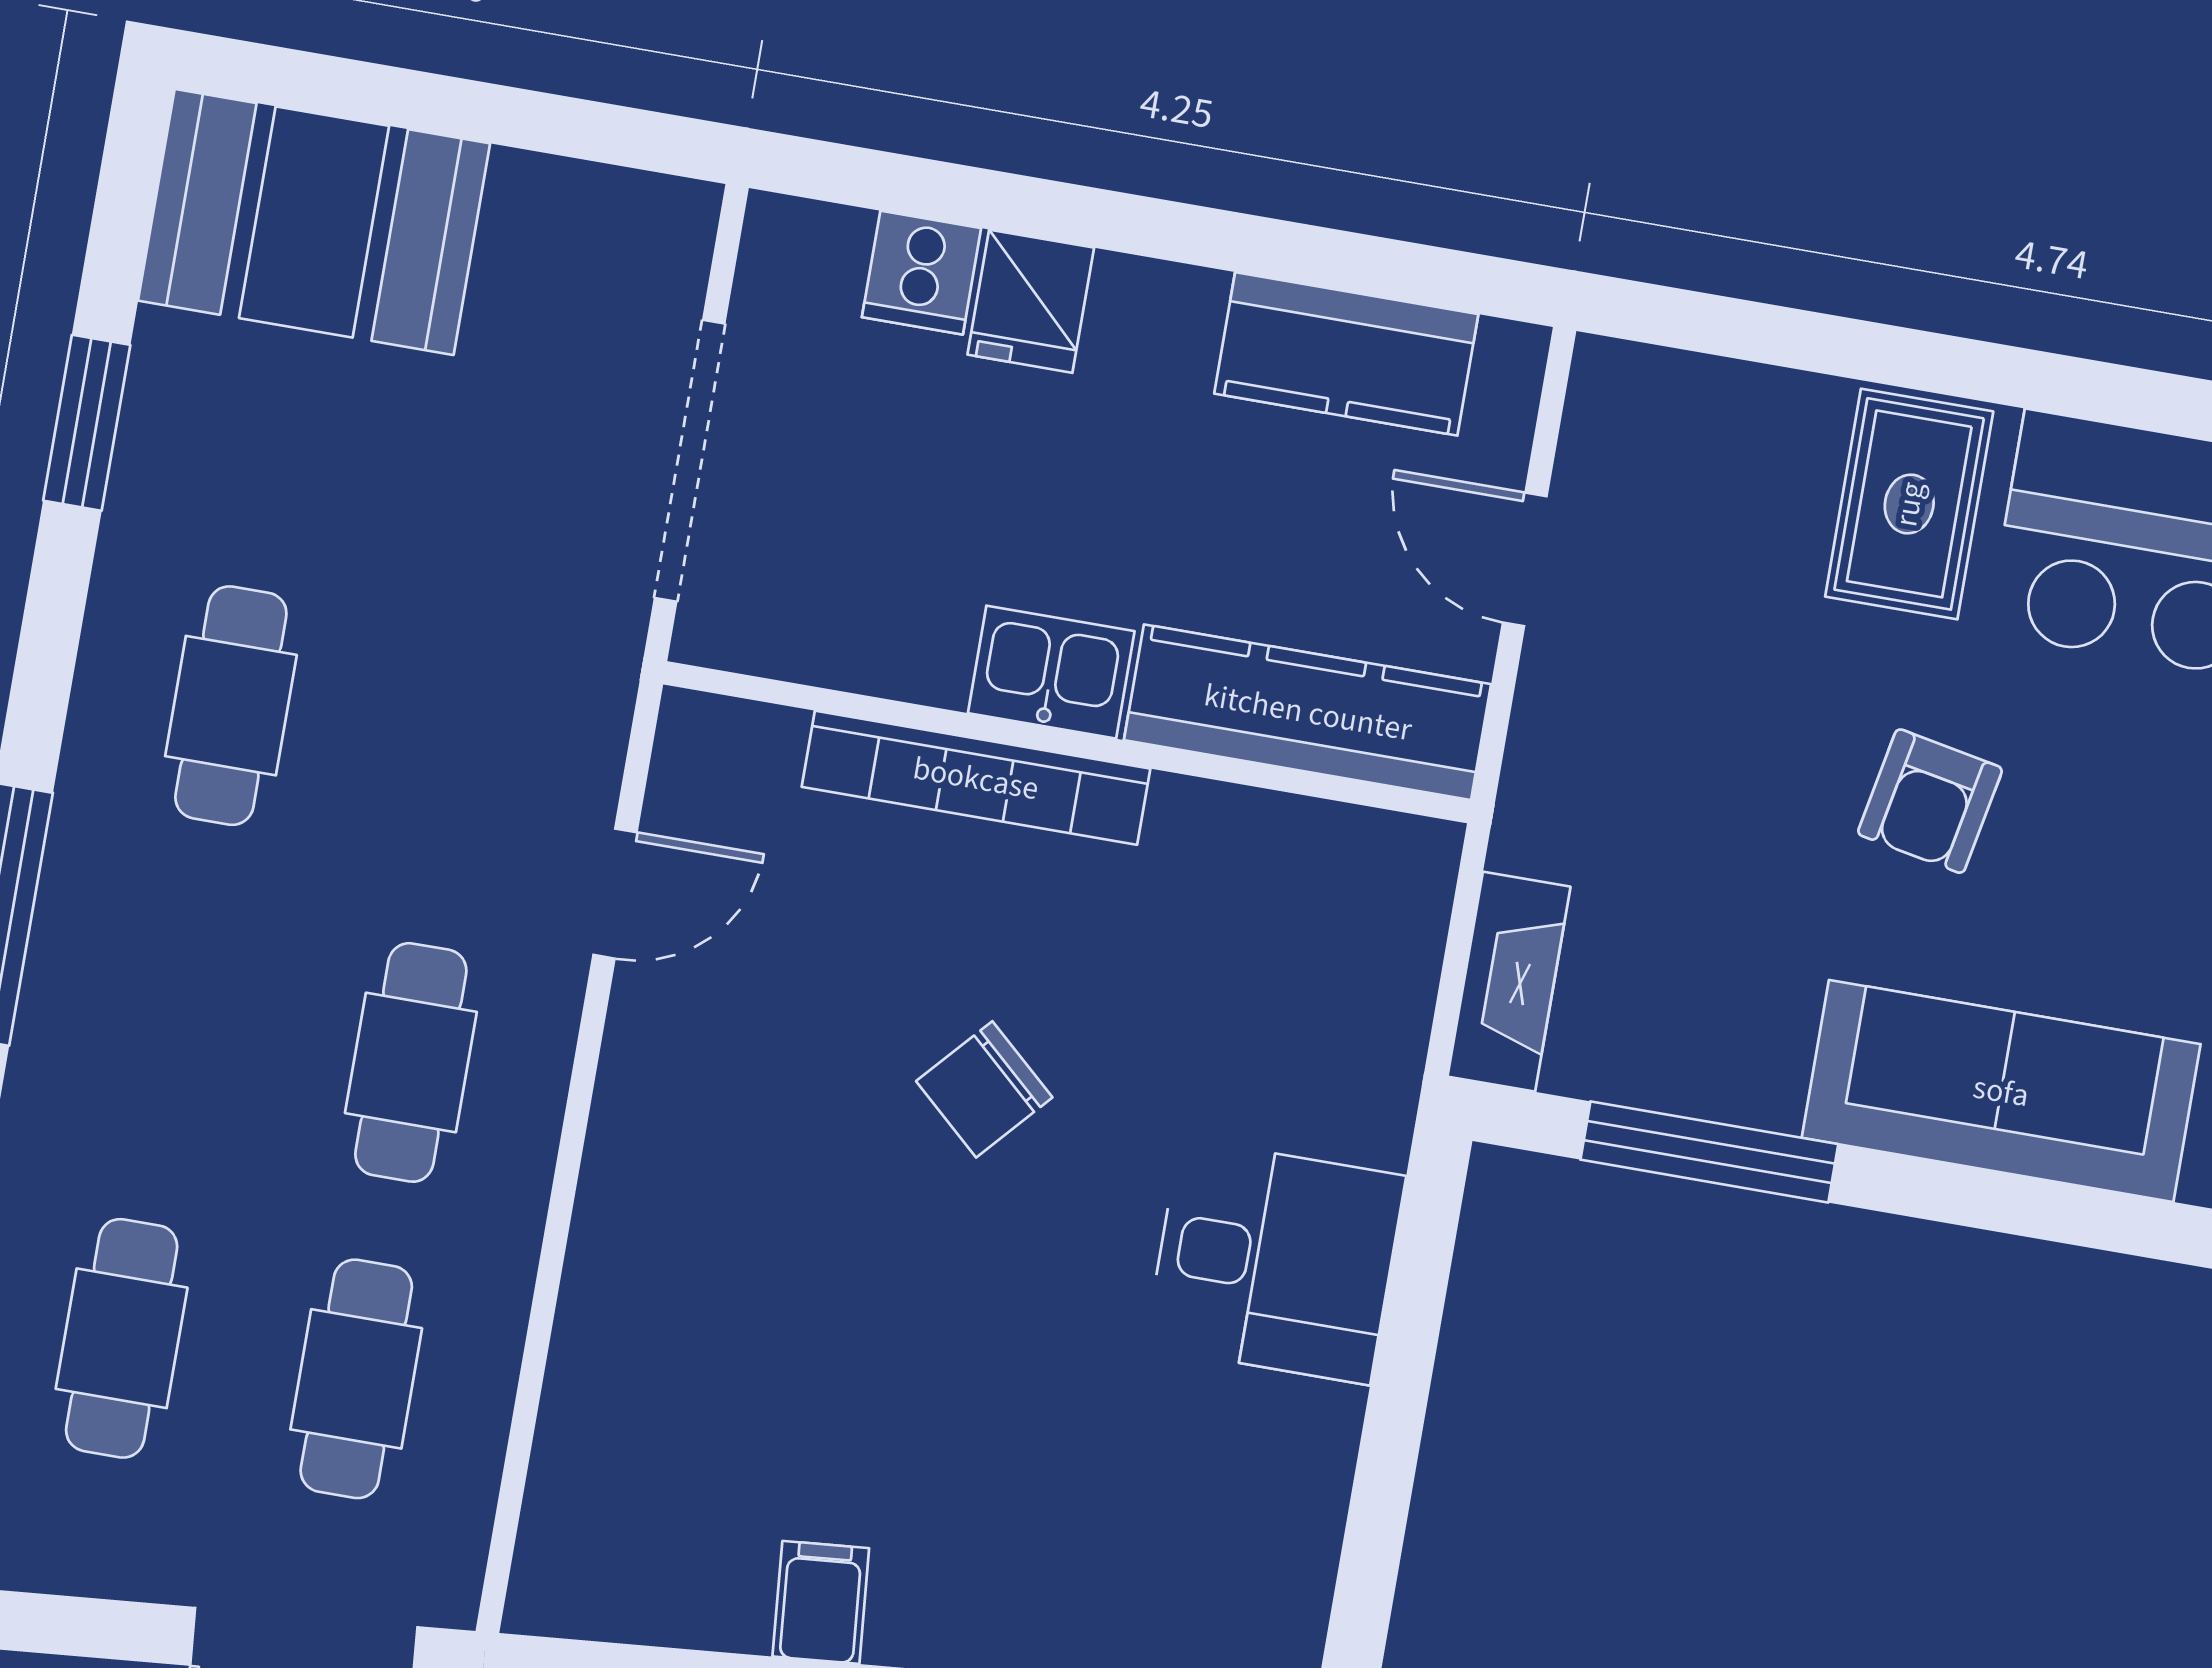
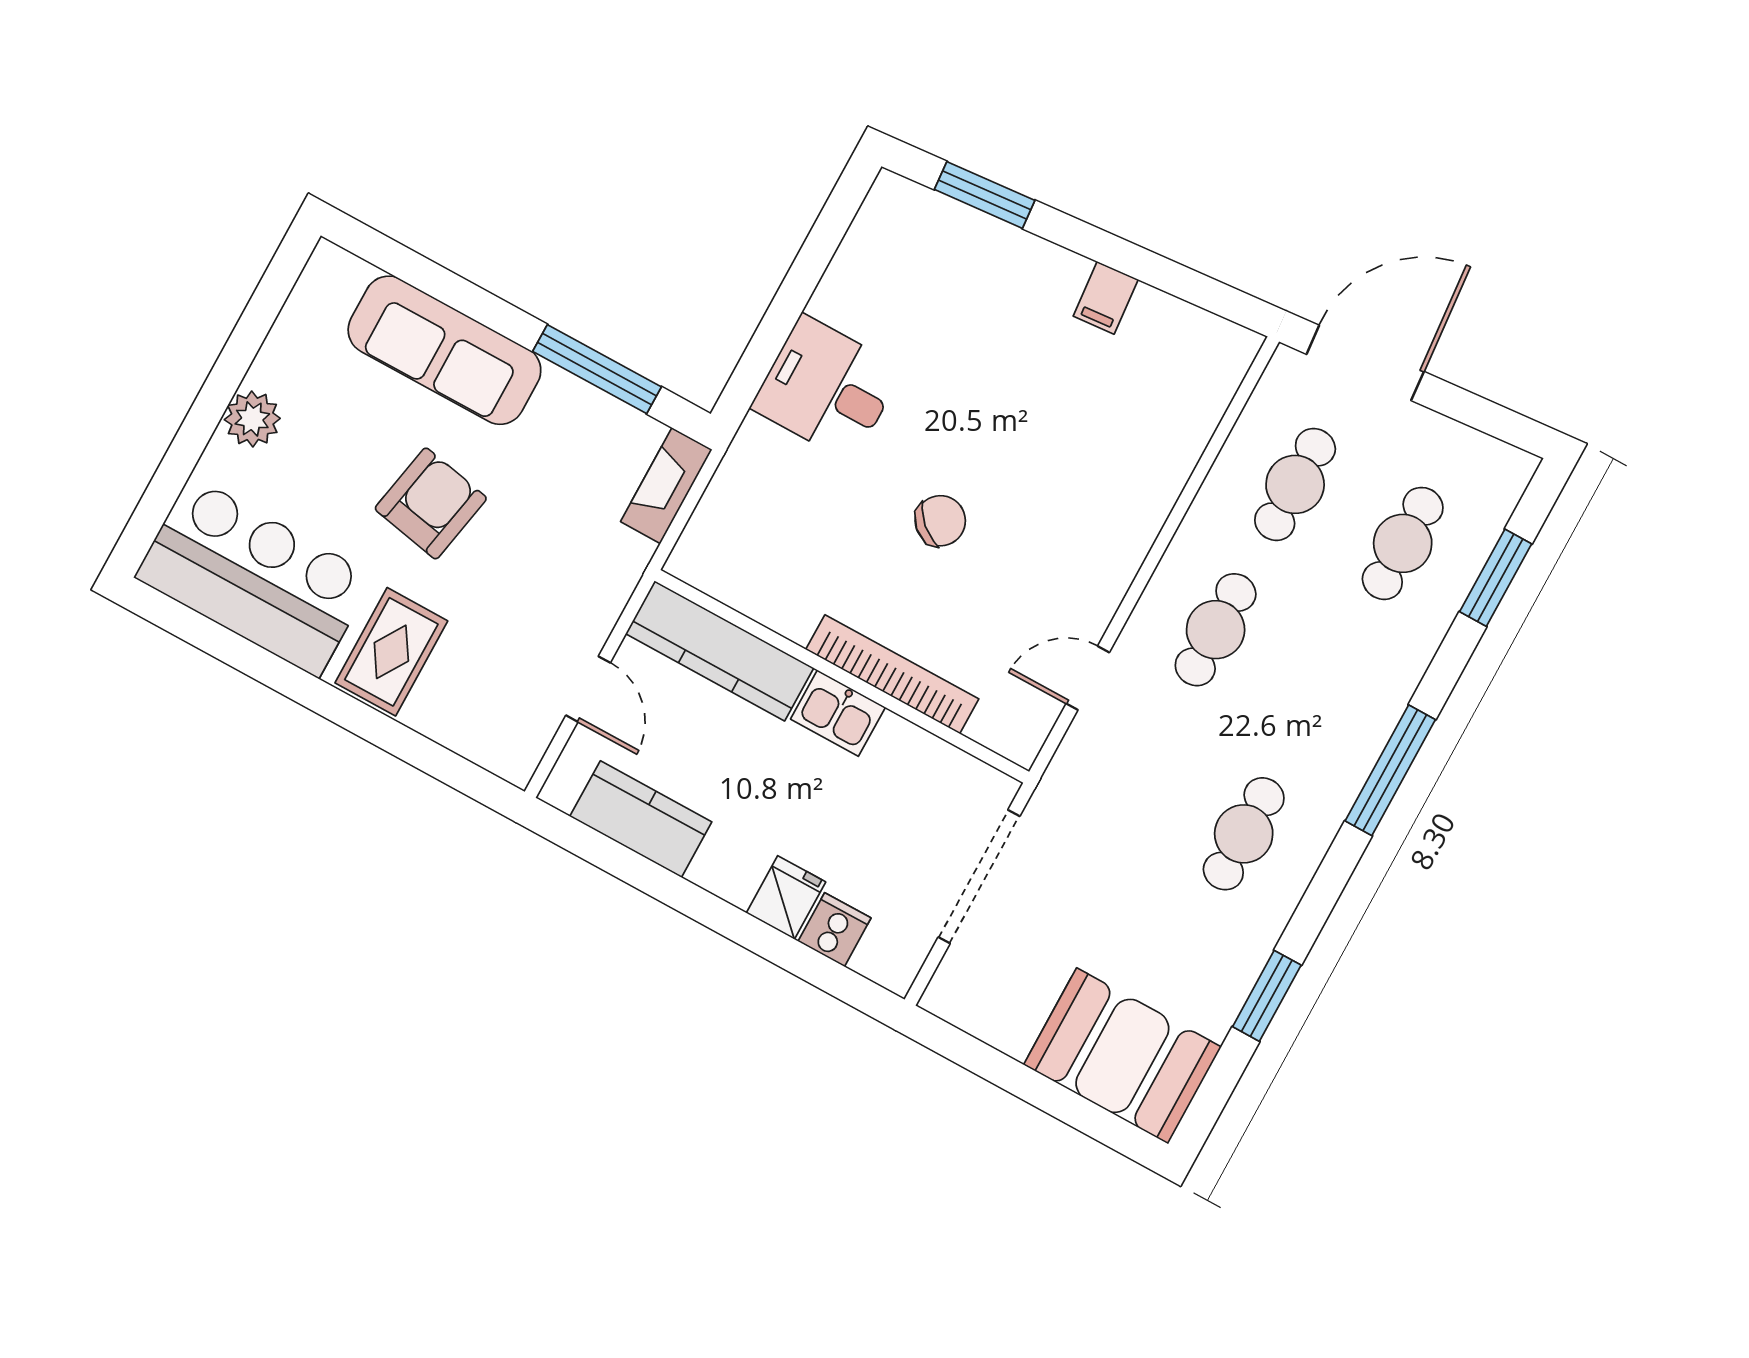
armchair: (1930, 801) -> (431, 503), width x1.38, depth x1.38

